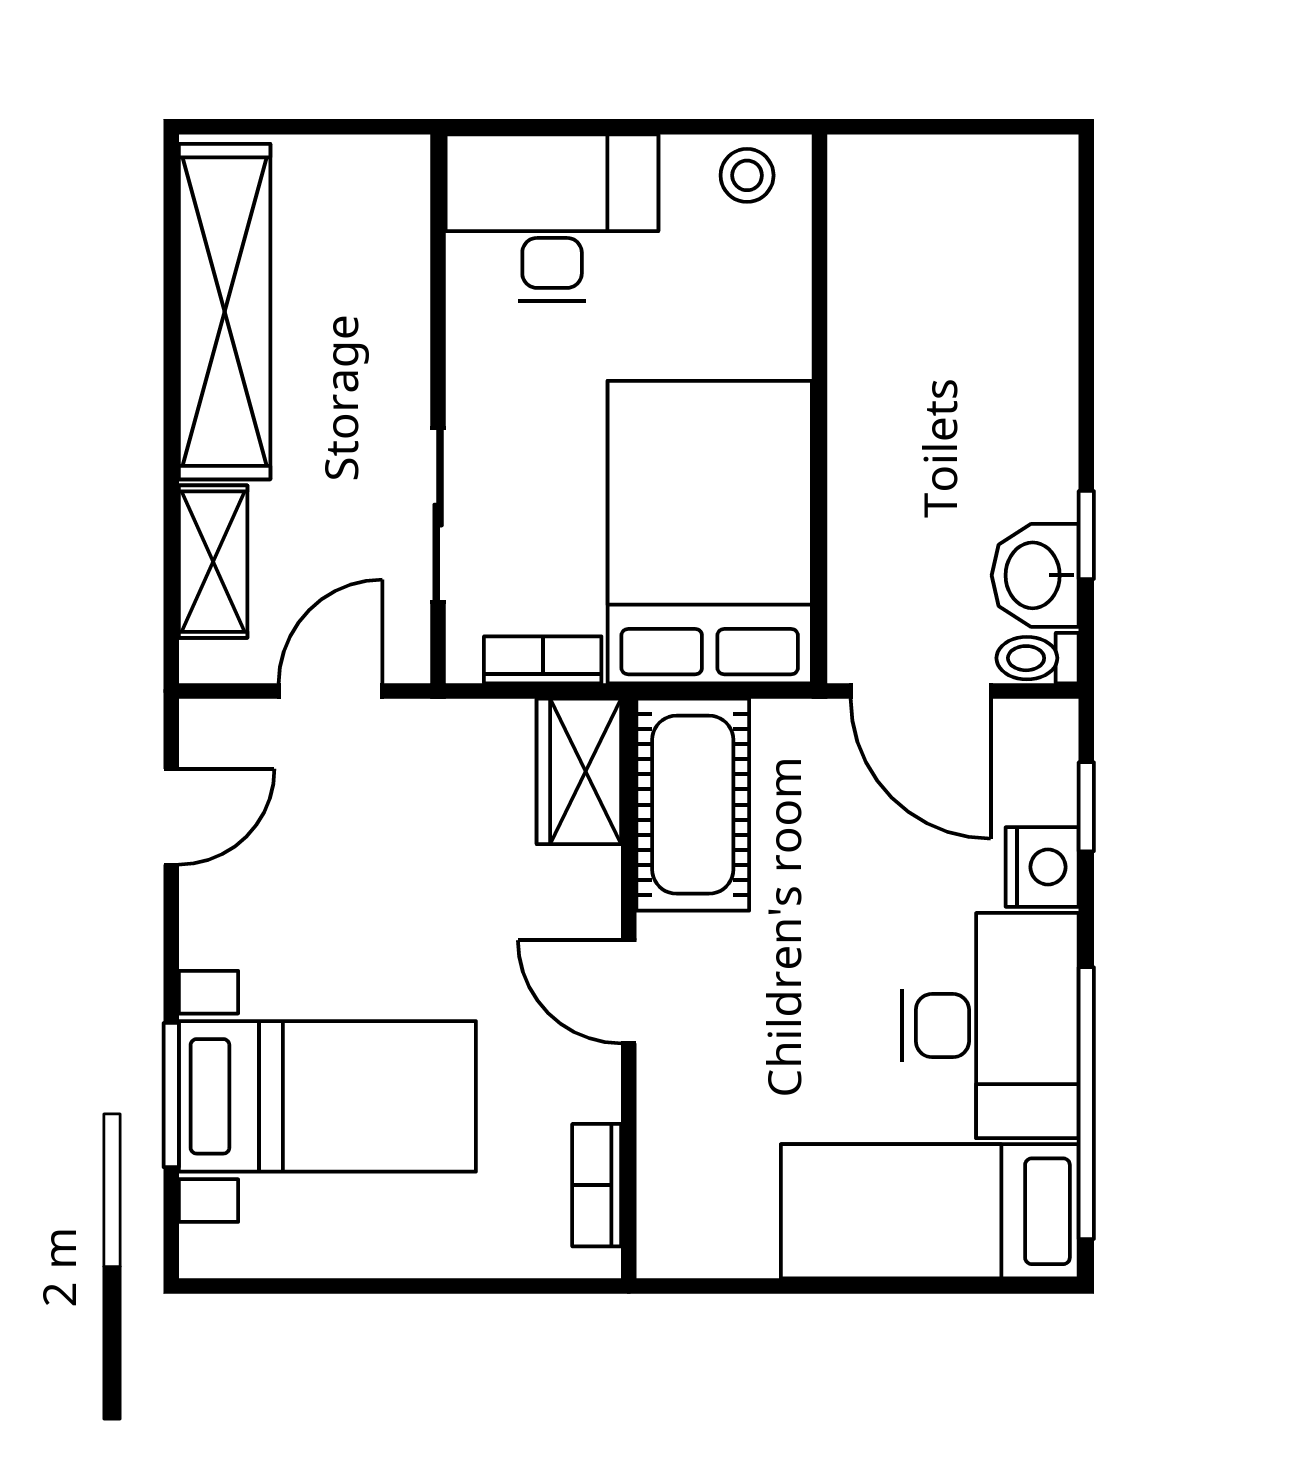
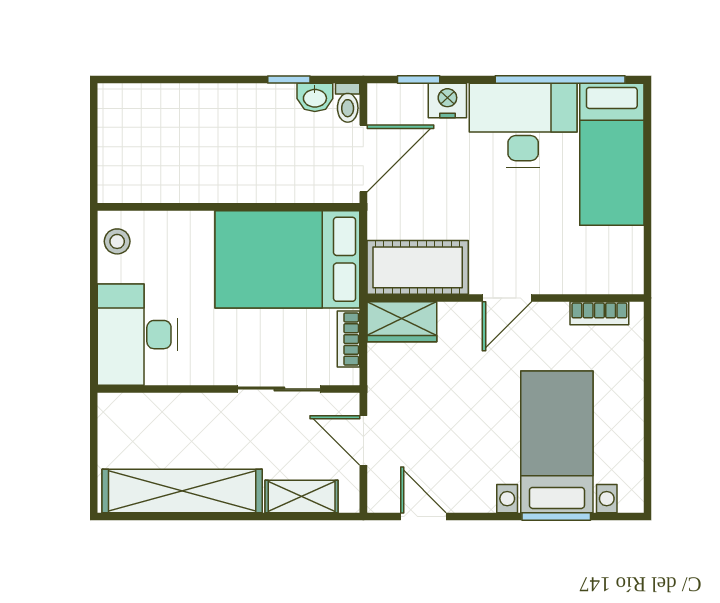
washbasin: (1035, 575) -> (315, 97), width x0.72, depth x0.69

